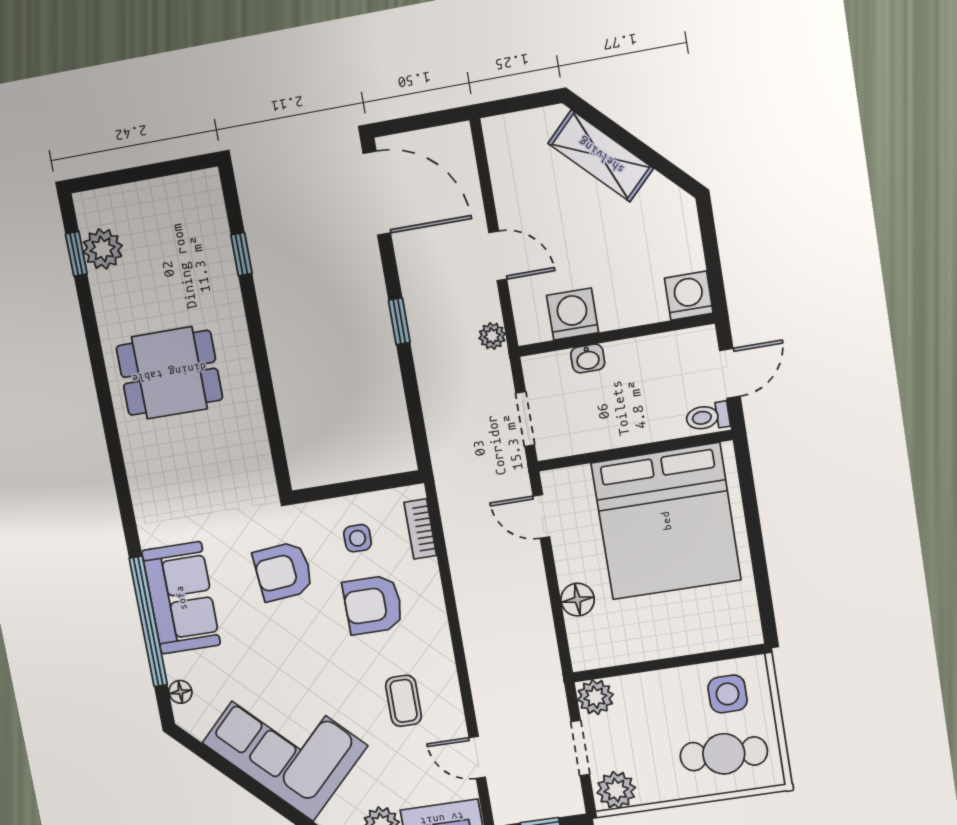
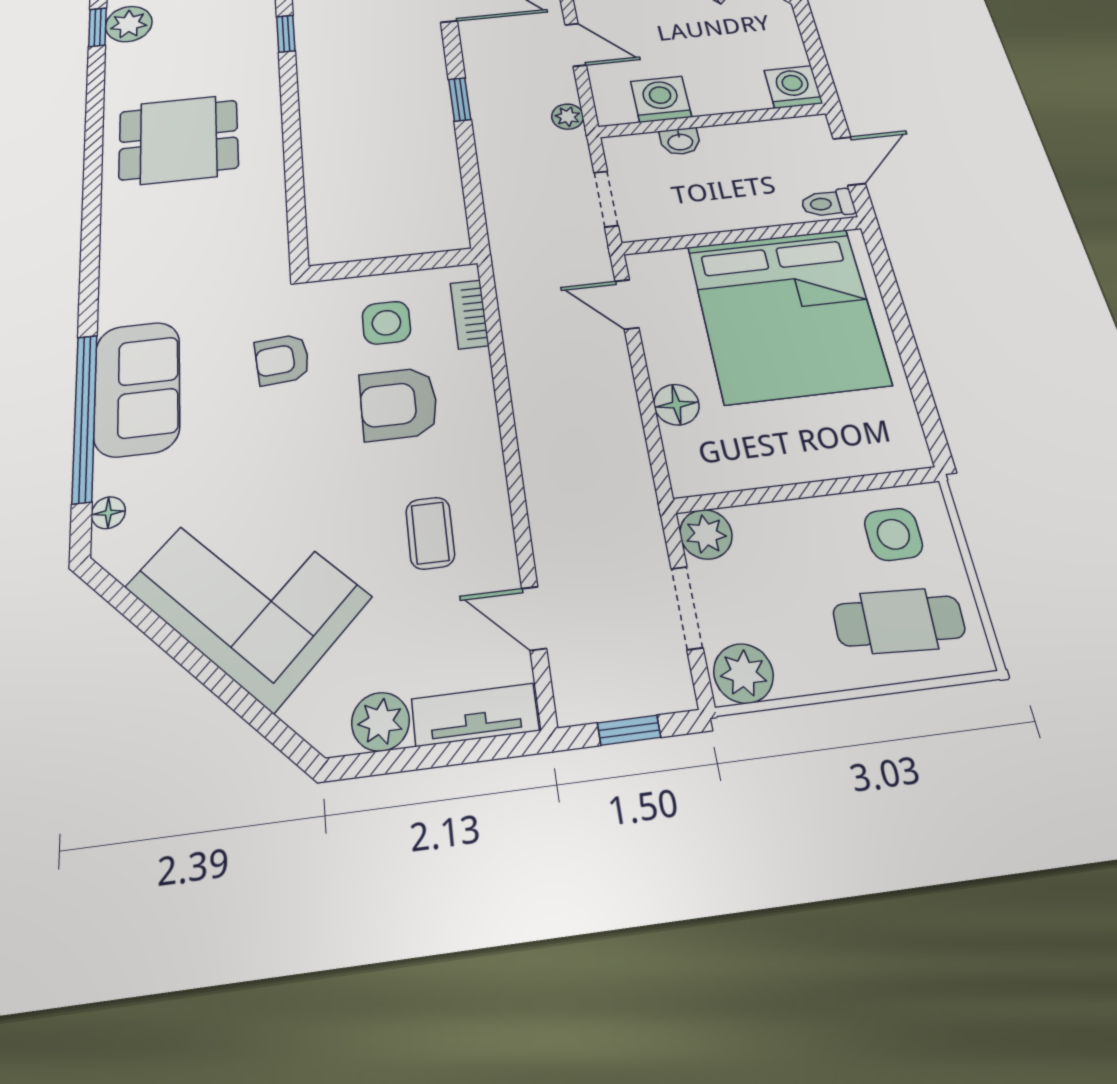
side table: (358, 538) -> (386, 323), width x1.37, depth x1.37
armchair: (283, 571) -> (282, 360), width x0.72, depth x0.72

